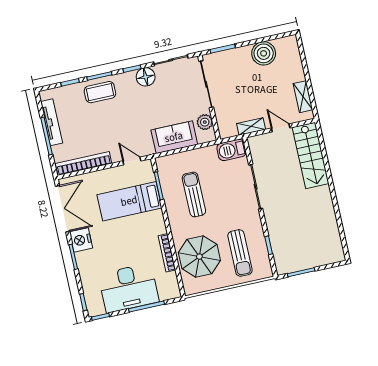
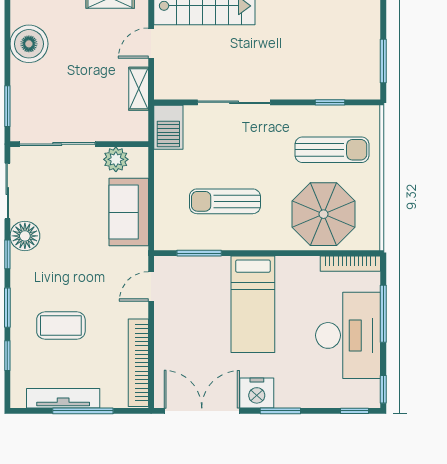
coffee table: (100, 92) -> (61, 325), moved, turned 90
bed: (129, 201) -> (253, 304), moved
bookcase: (167, 253) -> (350, 264), moved

